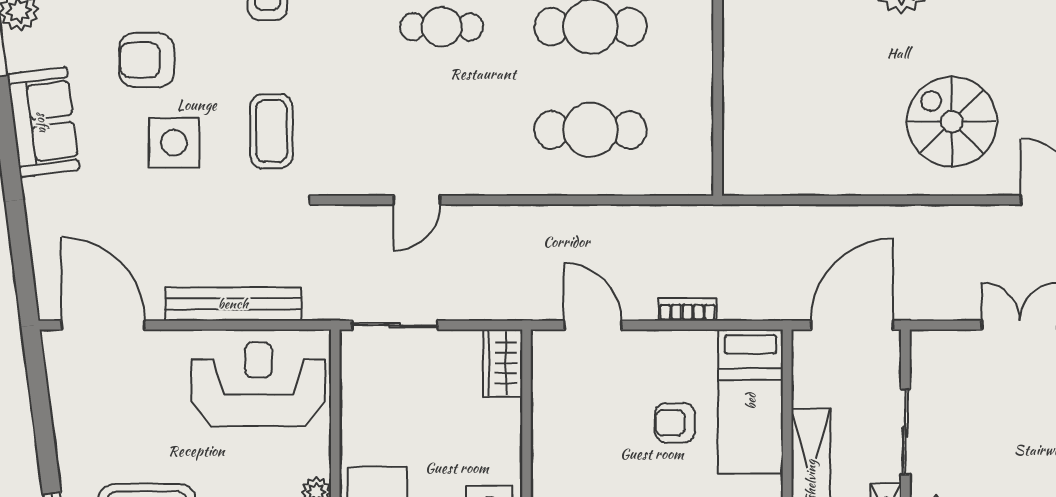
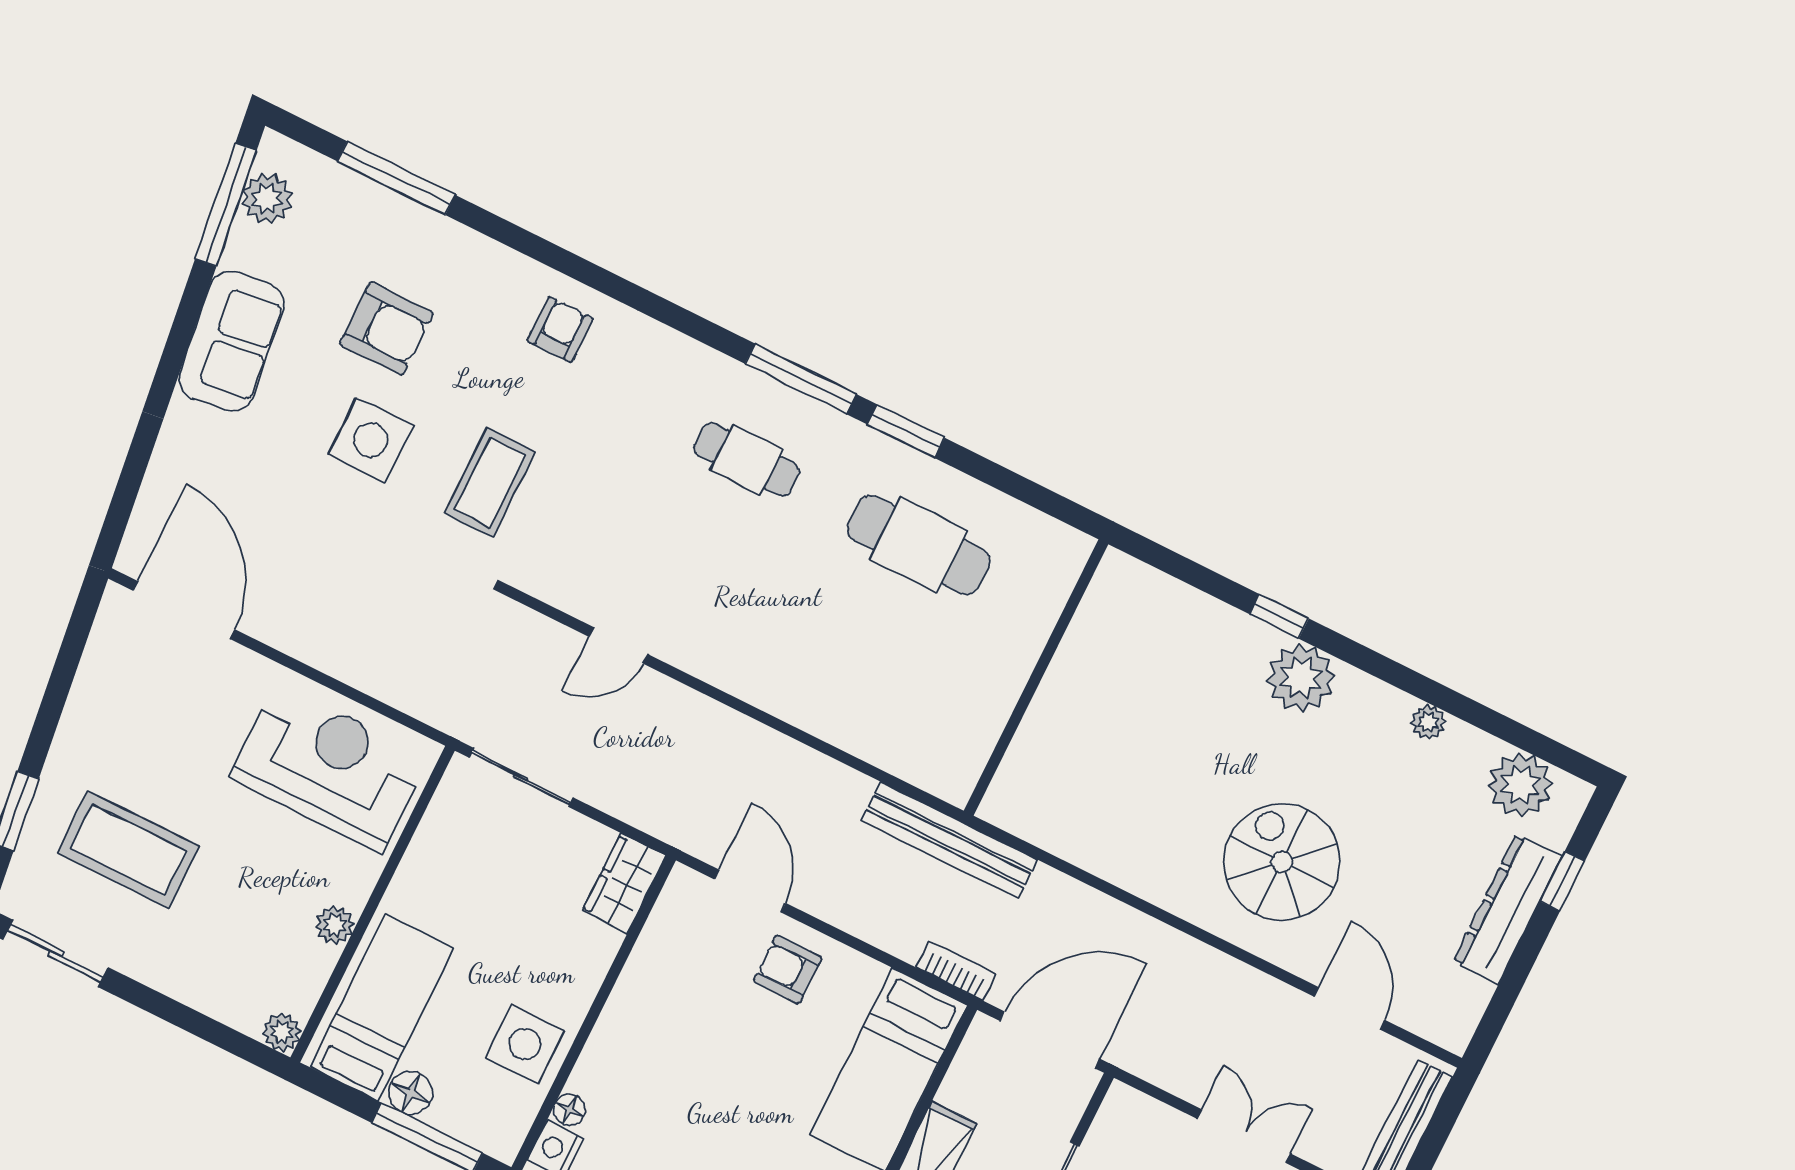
armchair: (147, 60) -> (386, 329), turned 180
cafe table: (590, 130) -> (859, 664), removed
bench: (233, 304) -> (949, 840), moved
bookcase: (687, 309) -> (956, 971), moved
armchair: (675, 423) -> (788, 969), moved

